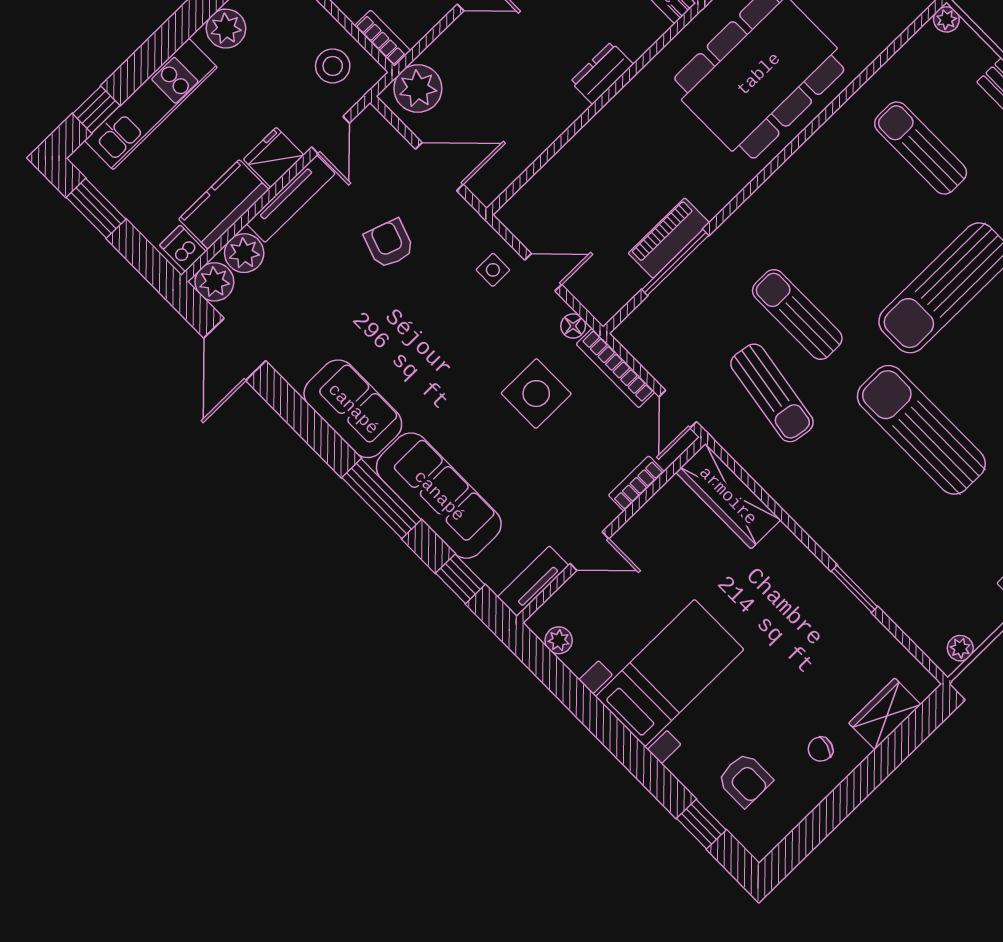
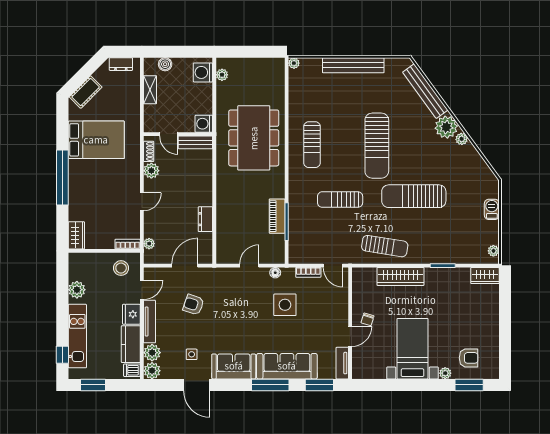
dresser: (602, 73) -> (205, 219), moved
plant: (418, 88) -> (149, 244), width x0.53, depth x0.53
door: (331, 135) -> (142, 290), hinge flipped
sun lounger: (921, 148) -> (312, 145), moved, turned -90
side table: (493, 270) -> (192, 354), moved
door: (235, 349) -> (197, 385), moved
bookcase: (616, 368) -> (308, 272), width x0.64
sun lounger: (772, 393) -> (385, 246), moved
bookcase: (636, 483) -> (343, 301), removed
wardrobe: (728, 496) -> (400, 276), moved
window: (460, 579) -> (319, 385), width x1.50
plant: (559, 640) -> (445, 373), moved
wardrobe: (885, 714) -> (485, 276), moved, turned -90
chair: (820, 749) -> (367, 319), moved
window: (701, 824) -> (469, 385), width x1.50

